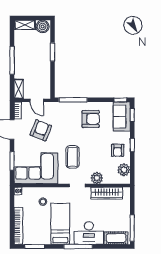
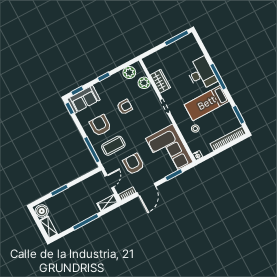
armchair: (41, 130) -> (134, 164), turned 68
armchair: (118, 150) -> (125, 107), moved
coffee table: (72, 157) -> (113, 146), moved
plant: (97, 178) -> (144, 83), moved
wardrobe: (107, 193) -> (160, 81), width x0.67
cot: (116, 238) -> (193, 47), removed

